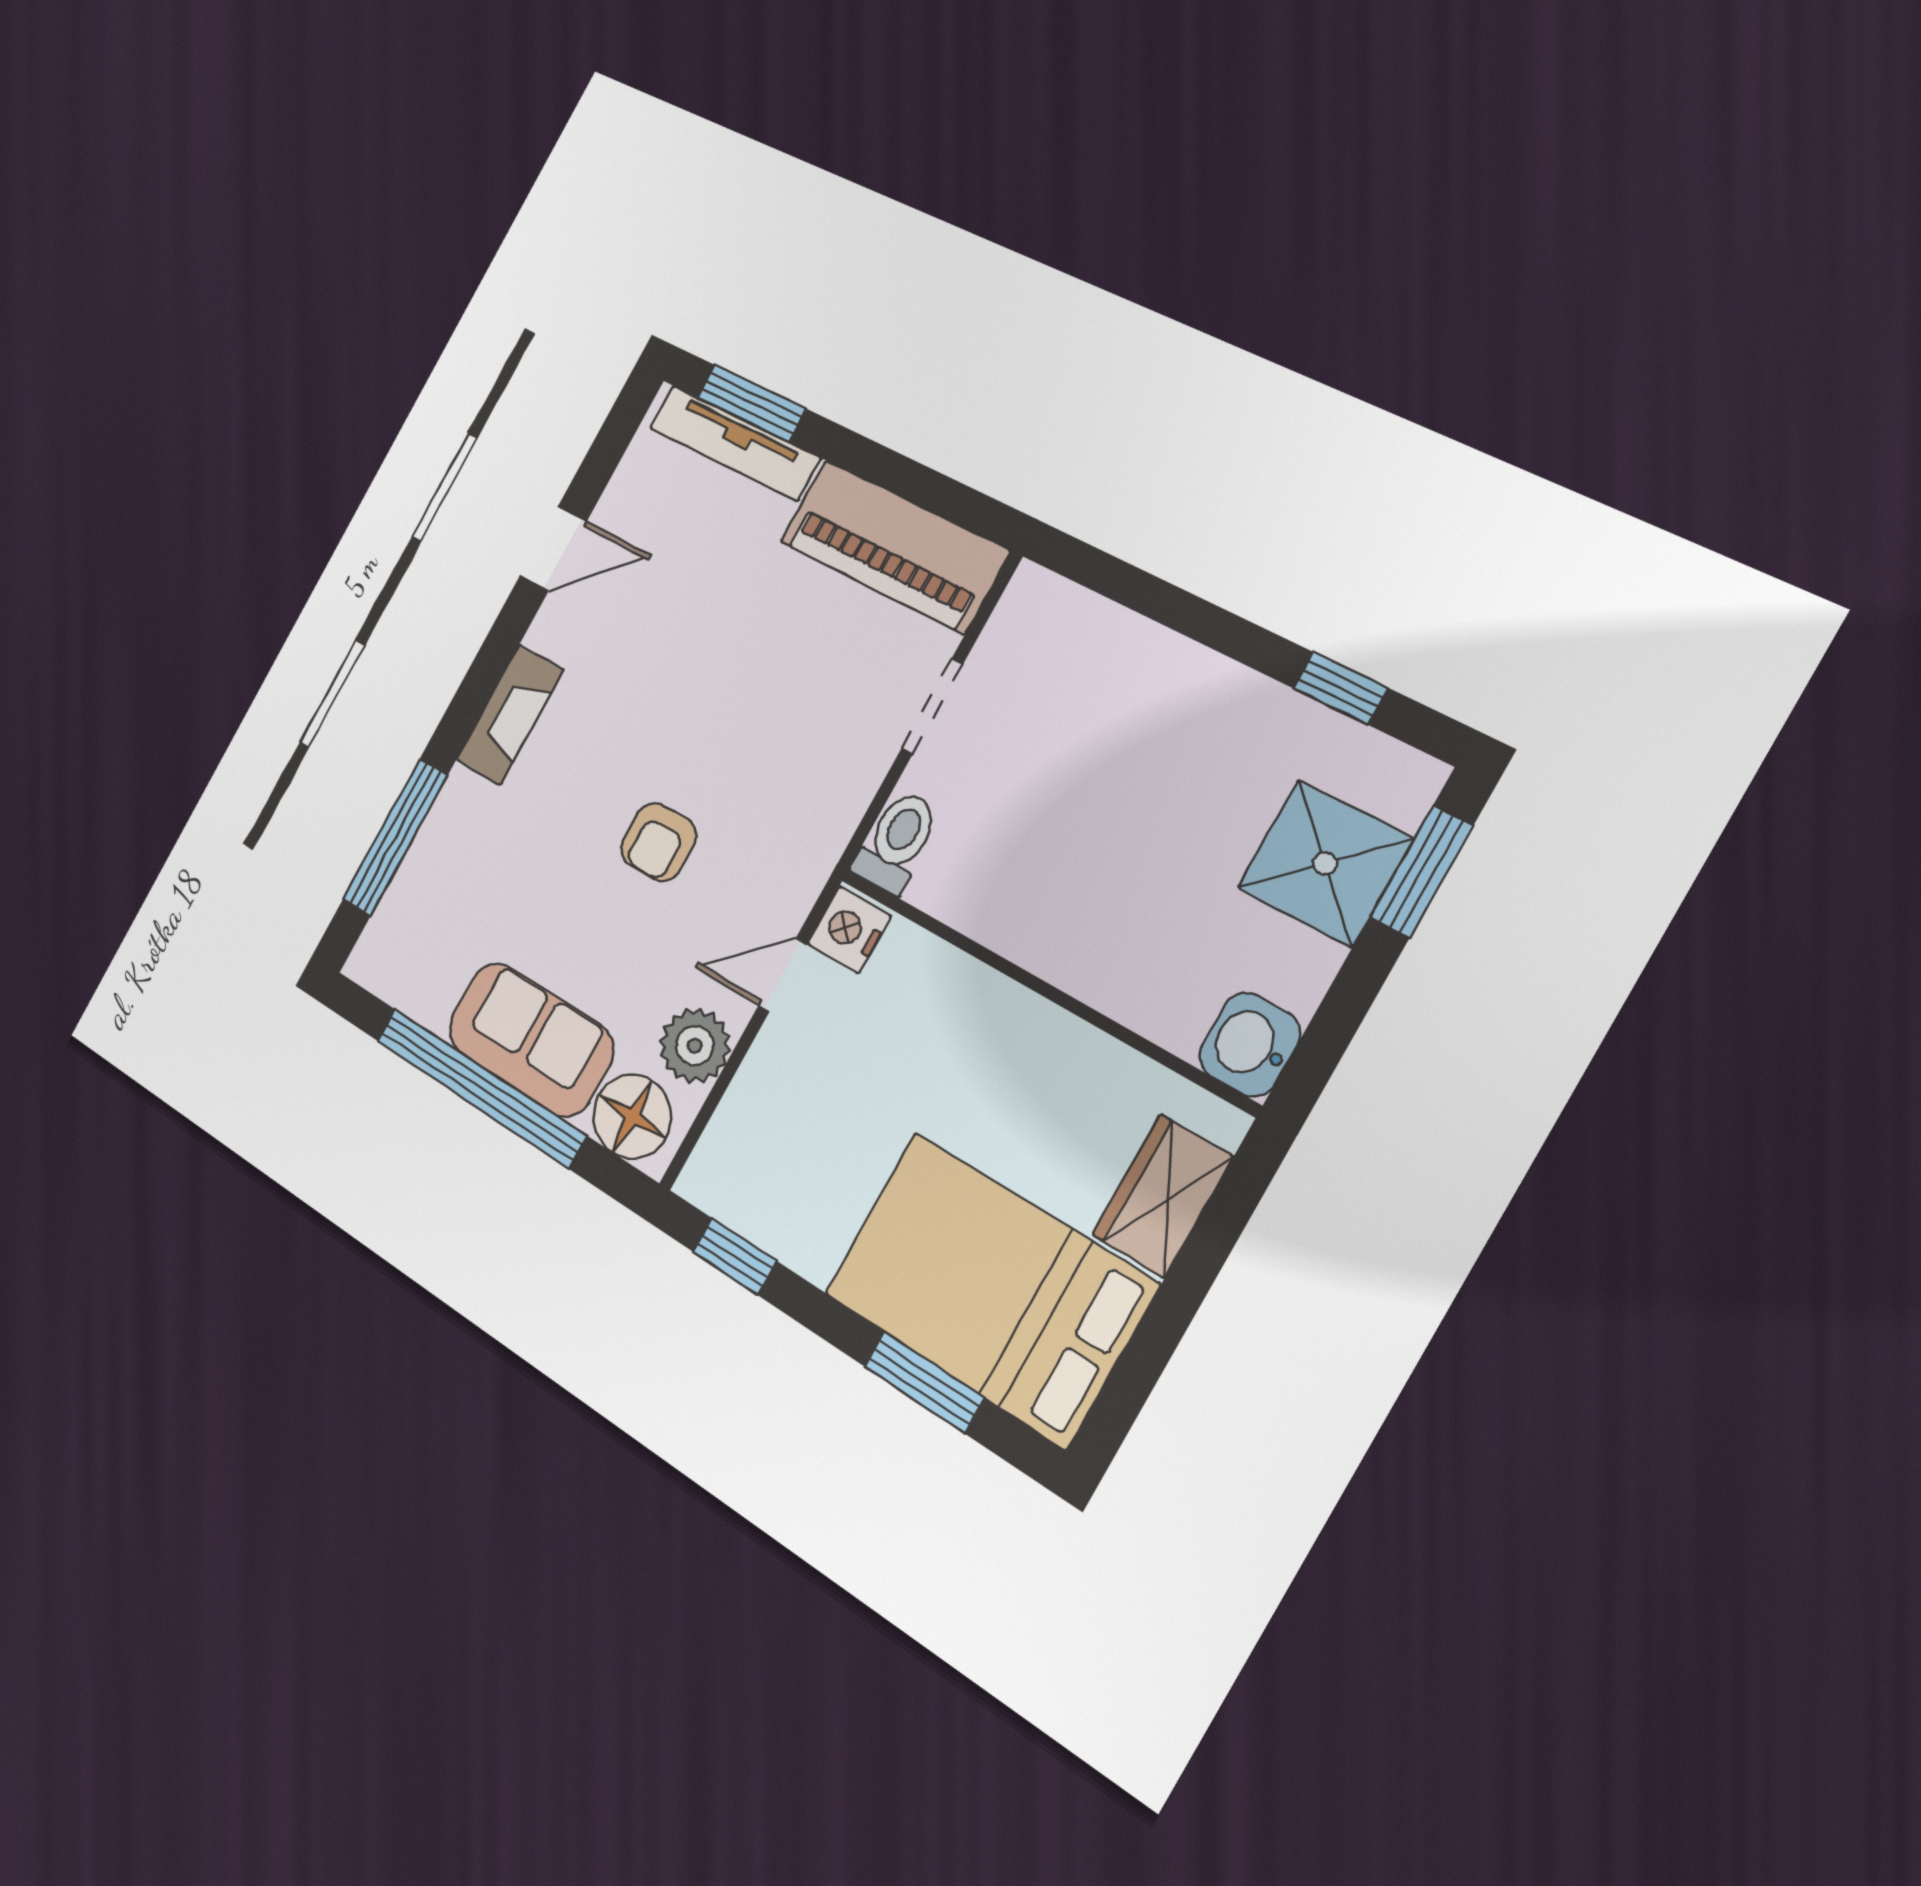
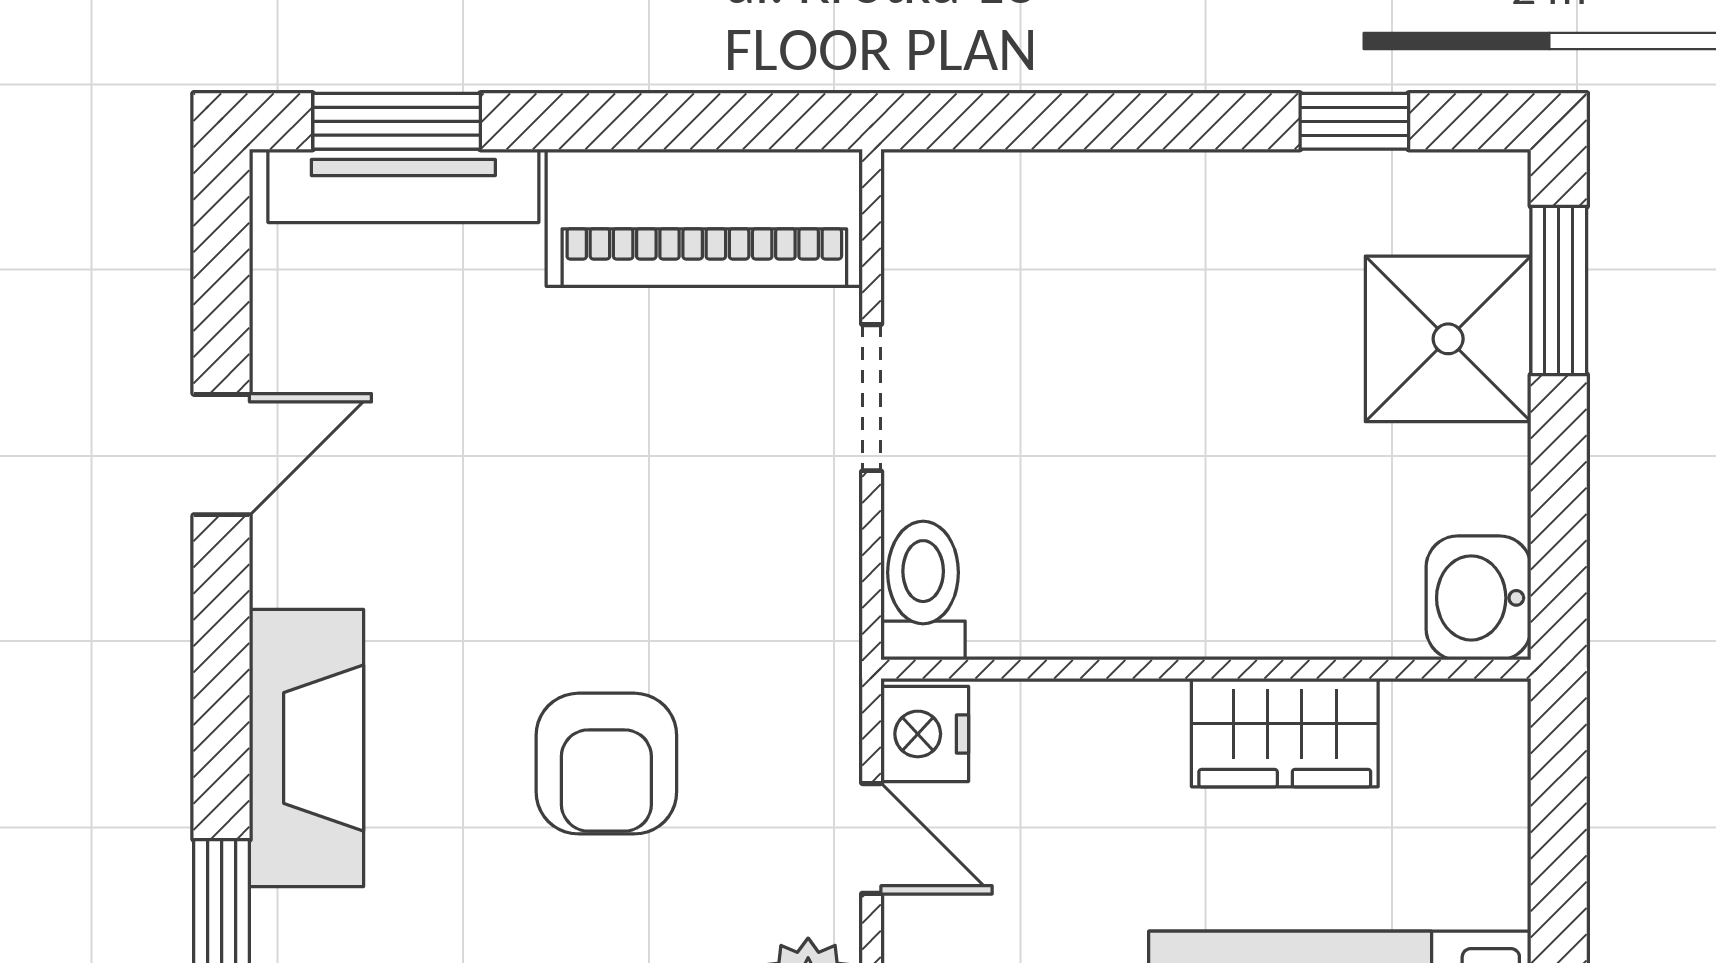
fireplace: (510, 715) -> (306, 748), width x1.37, depth x1.32
armchair: (658, 842) -> (606, 764), width x1.38, depth x1.38
door: (783, 975) -> (872, 838), swing flipped
wardrobe: (1162, 1196) -> (1285, 733), moved, turned -90

